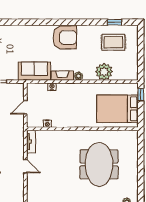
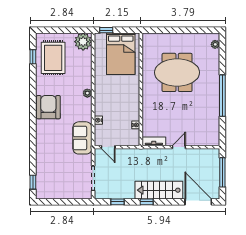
rug: (113, 42) -> (53, 58), width x1.36, depth x1.43
plant: (104, 72) -> (83, 42), moved
fireplace: (62, 76) -> (87, 110), removed
door: (25, 107) -> (108, 147), moved

